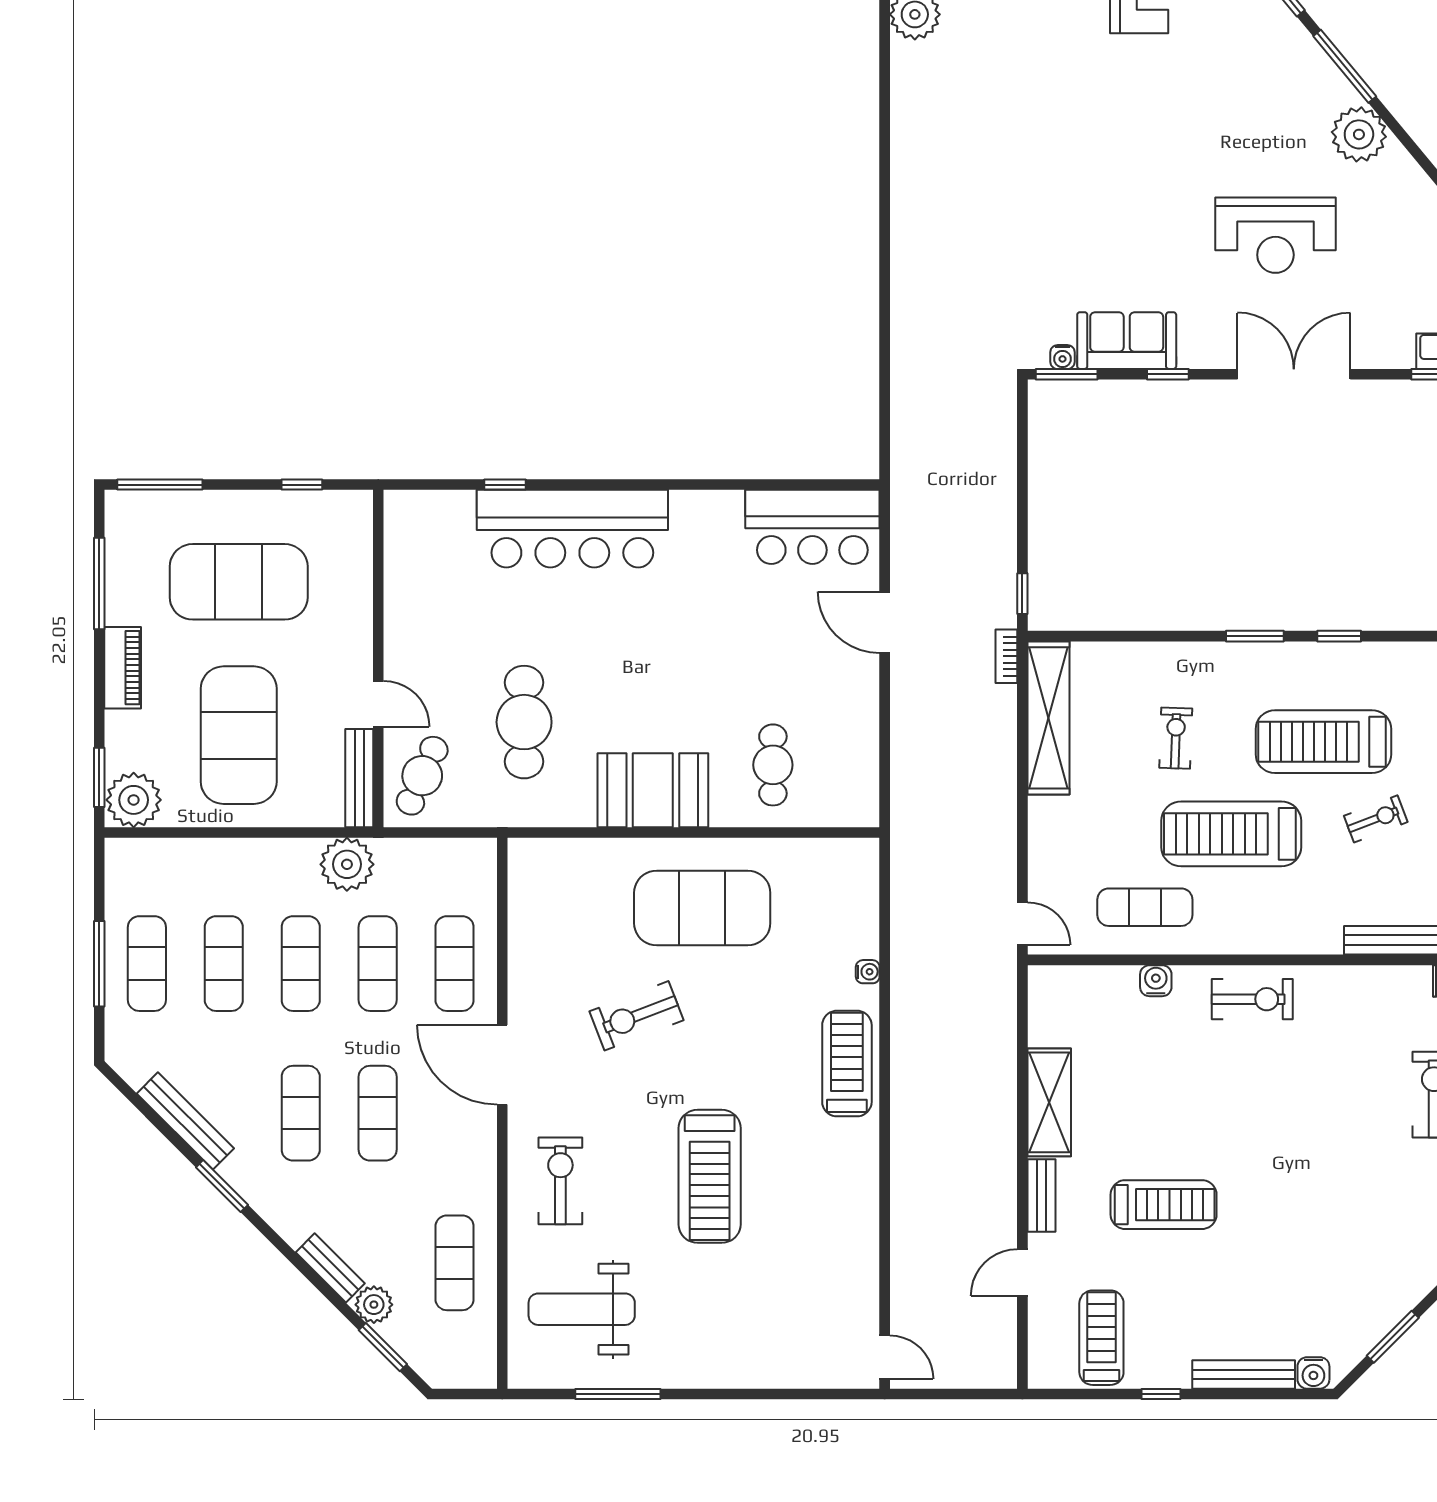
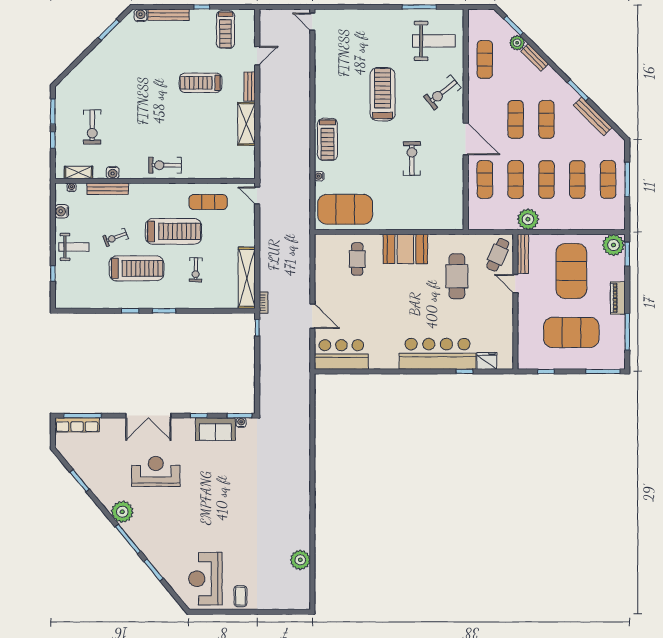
fridge: (450, 511) -> (487, 361), added
exercise mat: (702, 908) -> (345, 209), moved
water cooler: (1156, 981) -> (113, 173), moved
exercise bike: (637, 1016) -> (412, 159), turned -69
exercise bike: (560, 1181) -> (442, 92), turned 51

